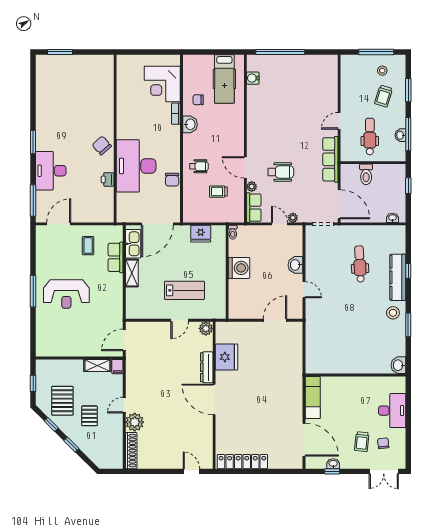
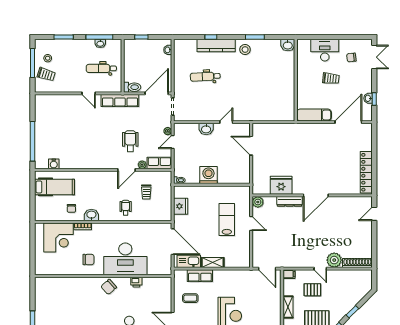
trolley: (384, 96) -> (46, 74), moved
toilet: (366, 174) -> (132, 87), moved
chair: (172, 180) -> (88, 260), moved
shelving: (97, 365) -> (288, 307), moved
pallet: (89, 416) -> (312, 290), moved
trolley: (362, 442) -> (331, 78), moved

